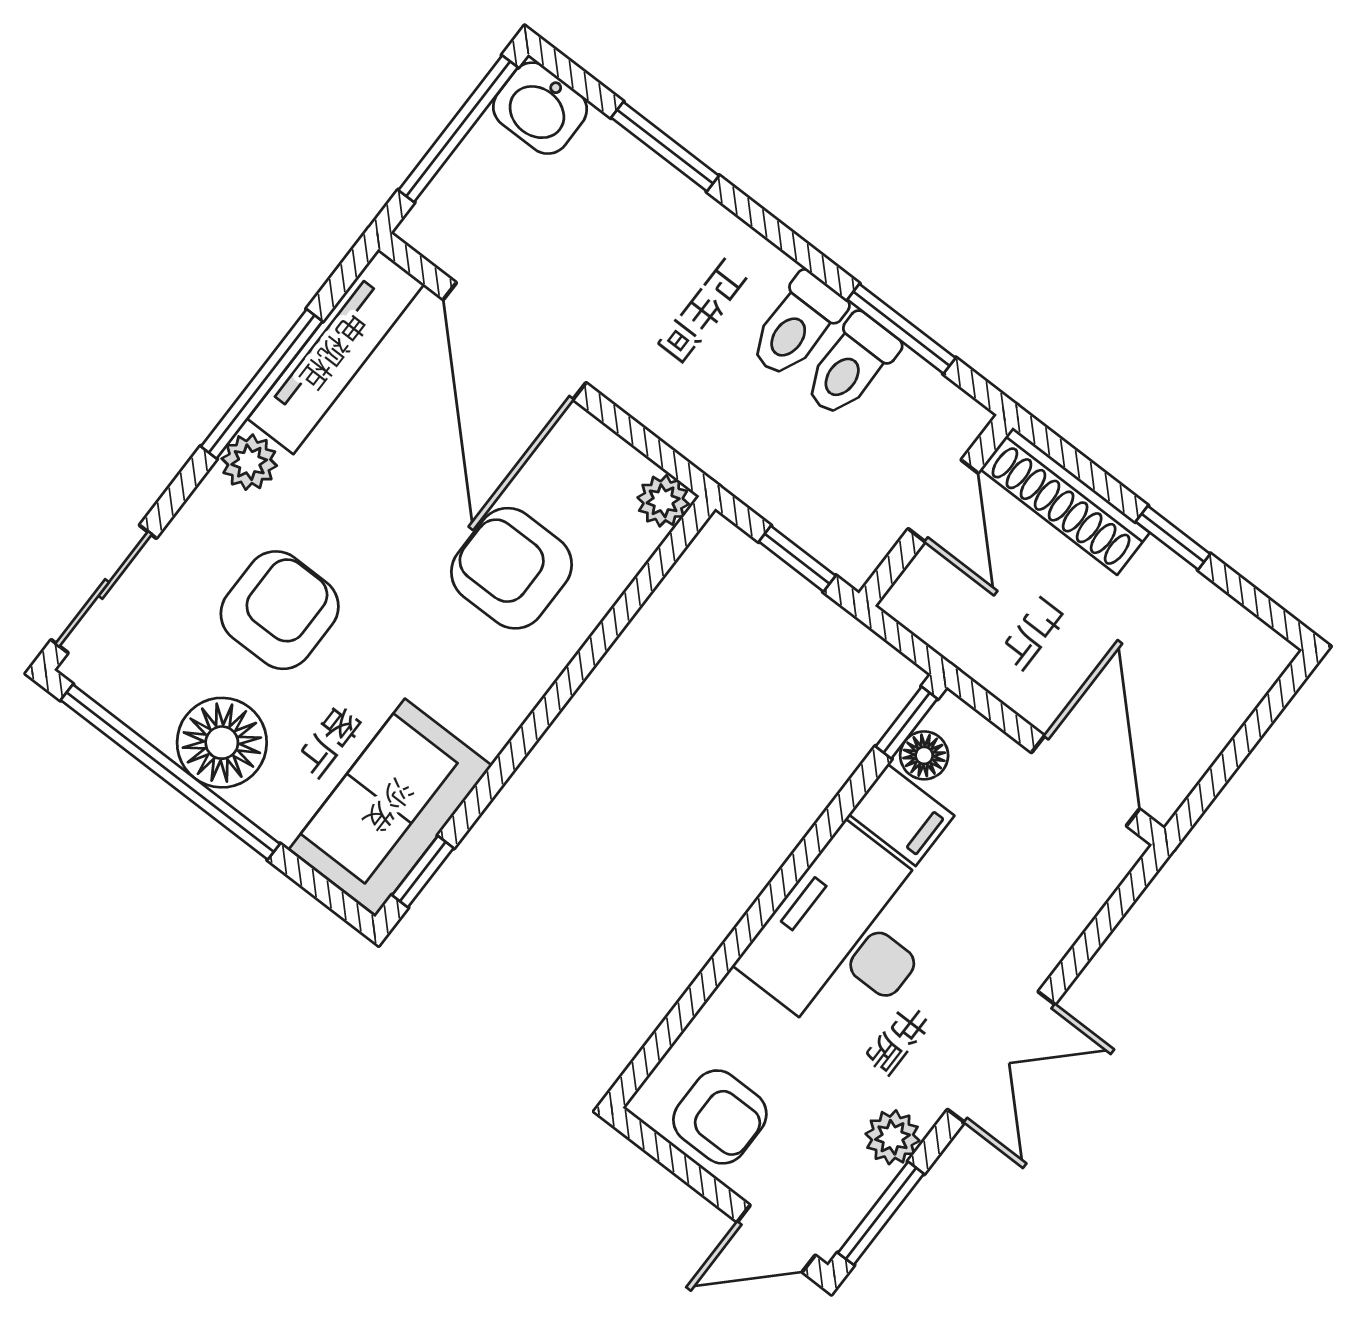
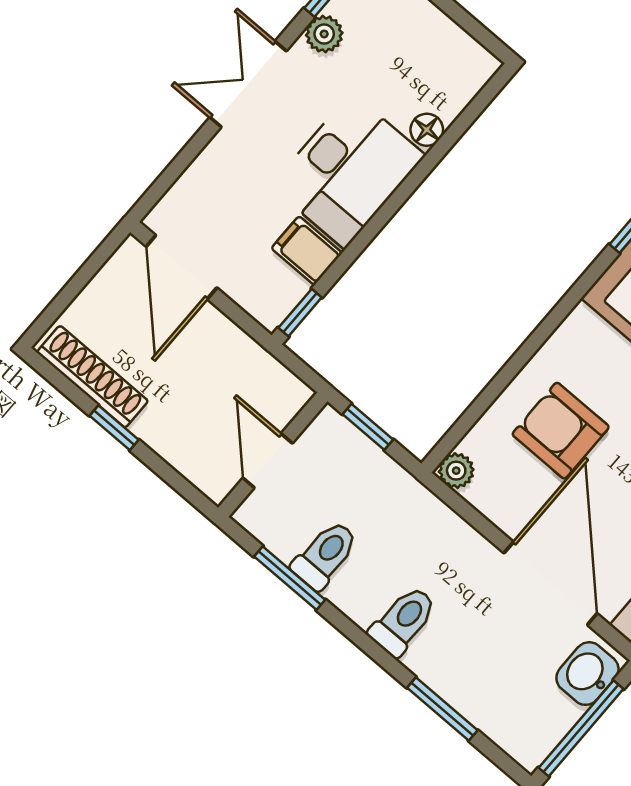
washbasin: (540, 108) -> (587, 674), moved, turned -90
toilet: (797, 326) -> (403, 621), moved
shoe rack: (1065, 501) -> (93, 377), moved
armchair: (511, 568) -> (561, 431), turned 180
floor lamp: (924, 755) -> (427, 130), moved
armchair: (720, 1117) -> (440, 54), removed

